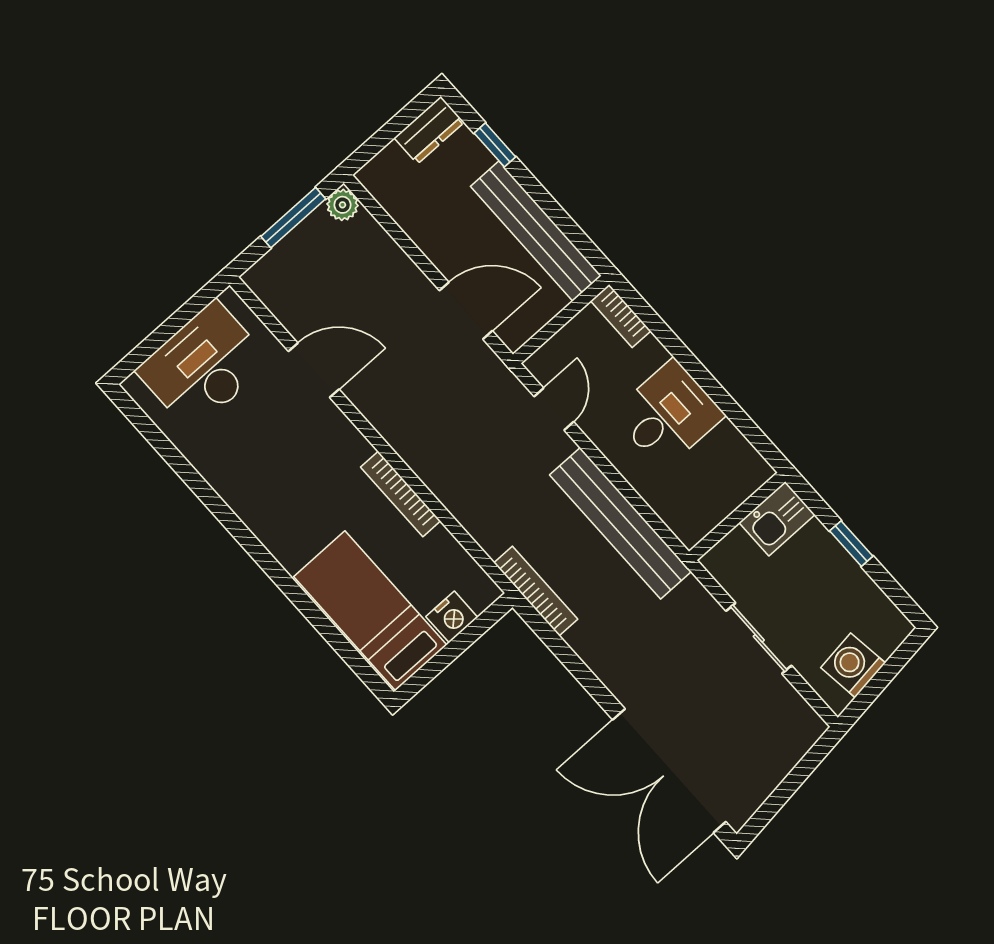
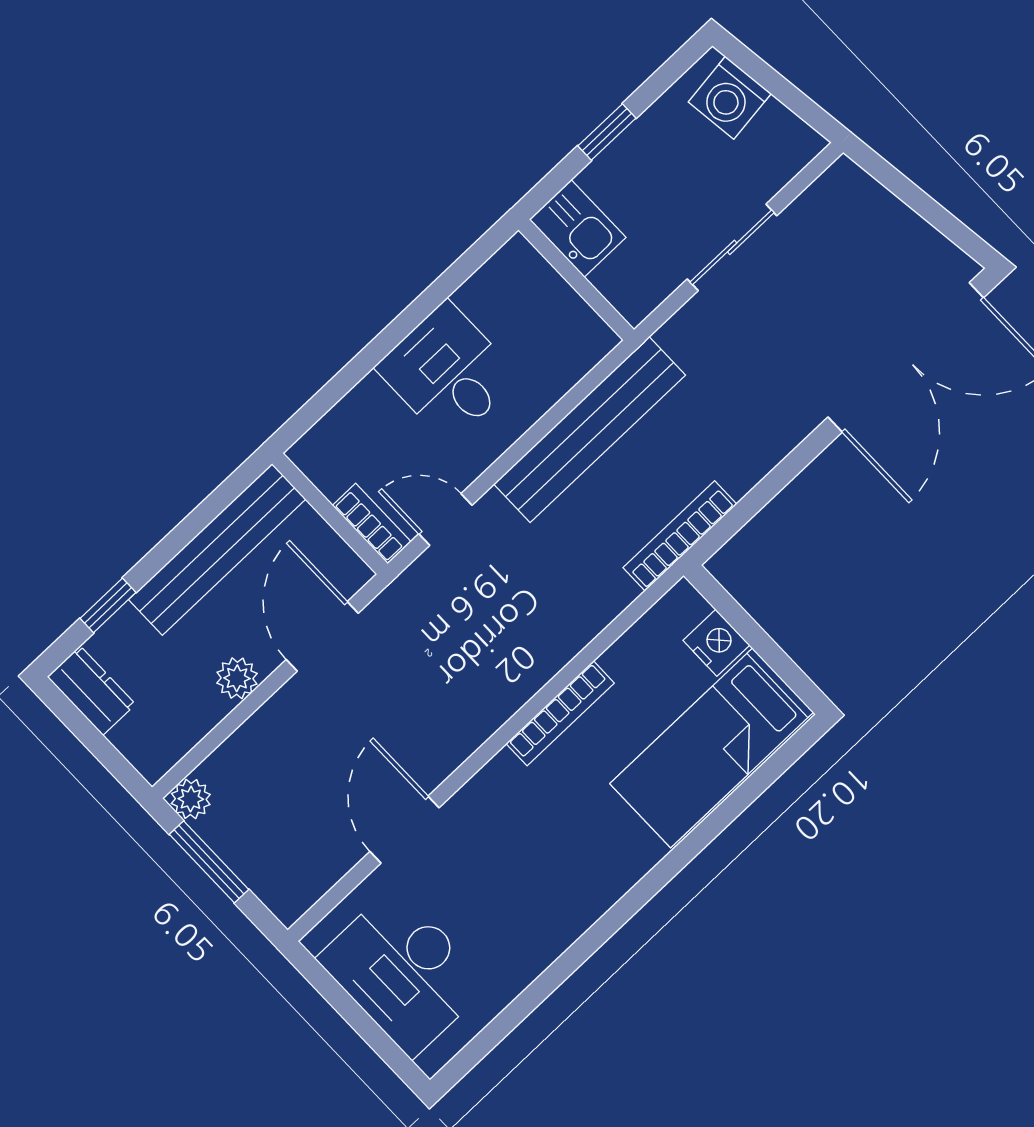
plant: (435, 244) -> (237, 678), added
bookcase: (621, 316) -> (372, 524), moved, turned -90
washing machine: (853, 665) -> (730, 98), moved

